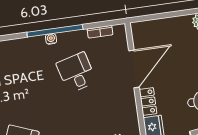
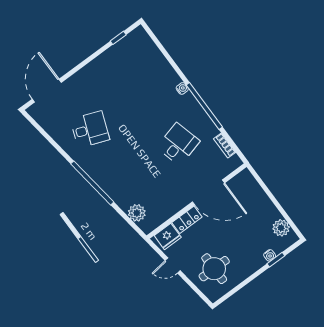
water cooler: (51, 39) -> (182, 88), moved

